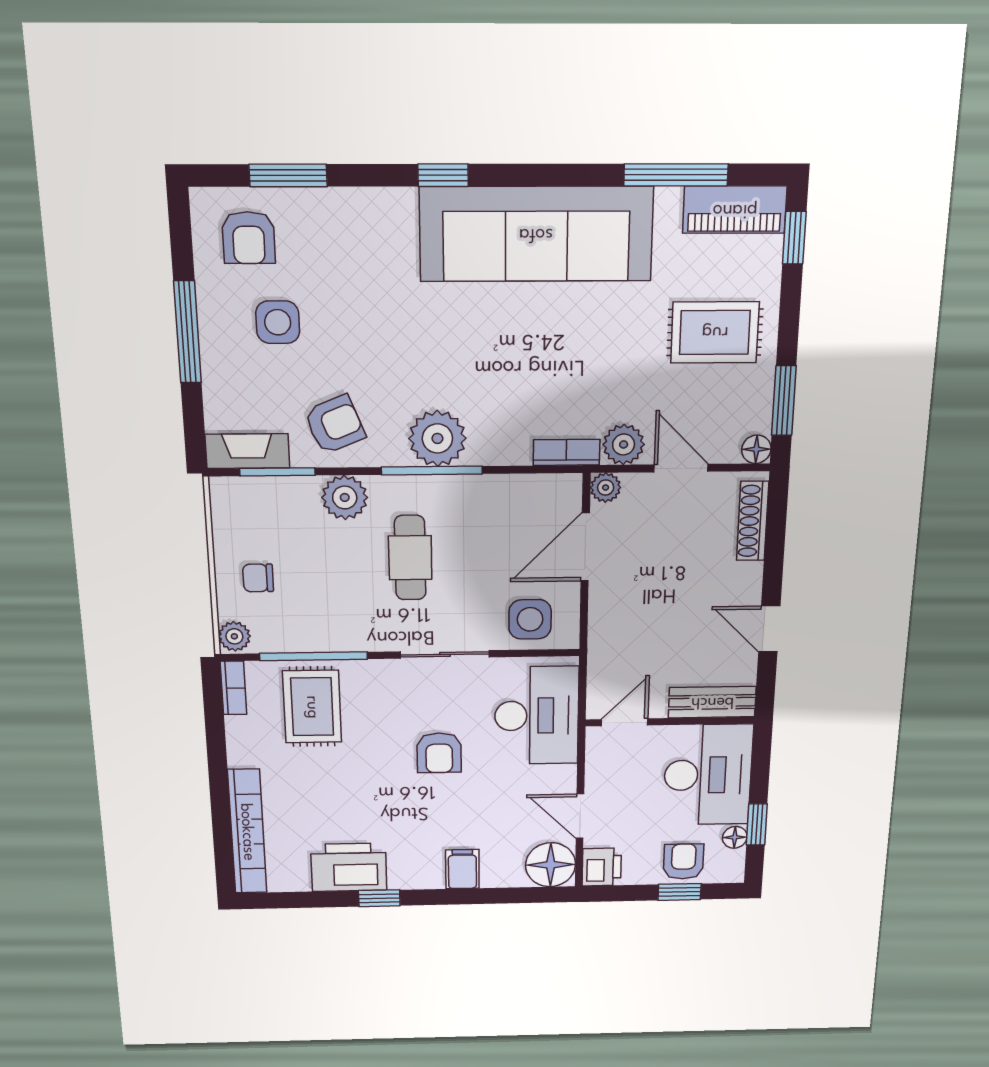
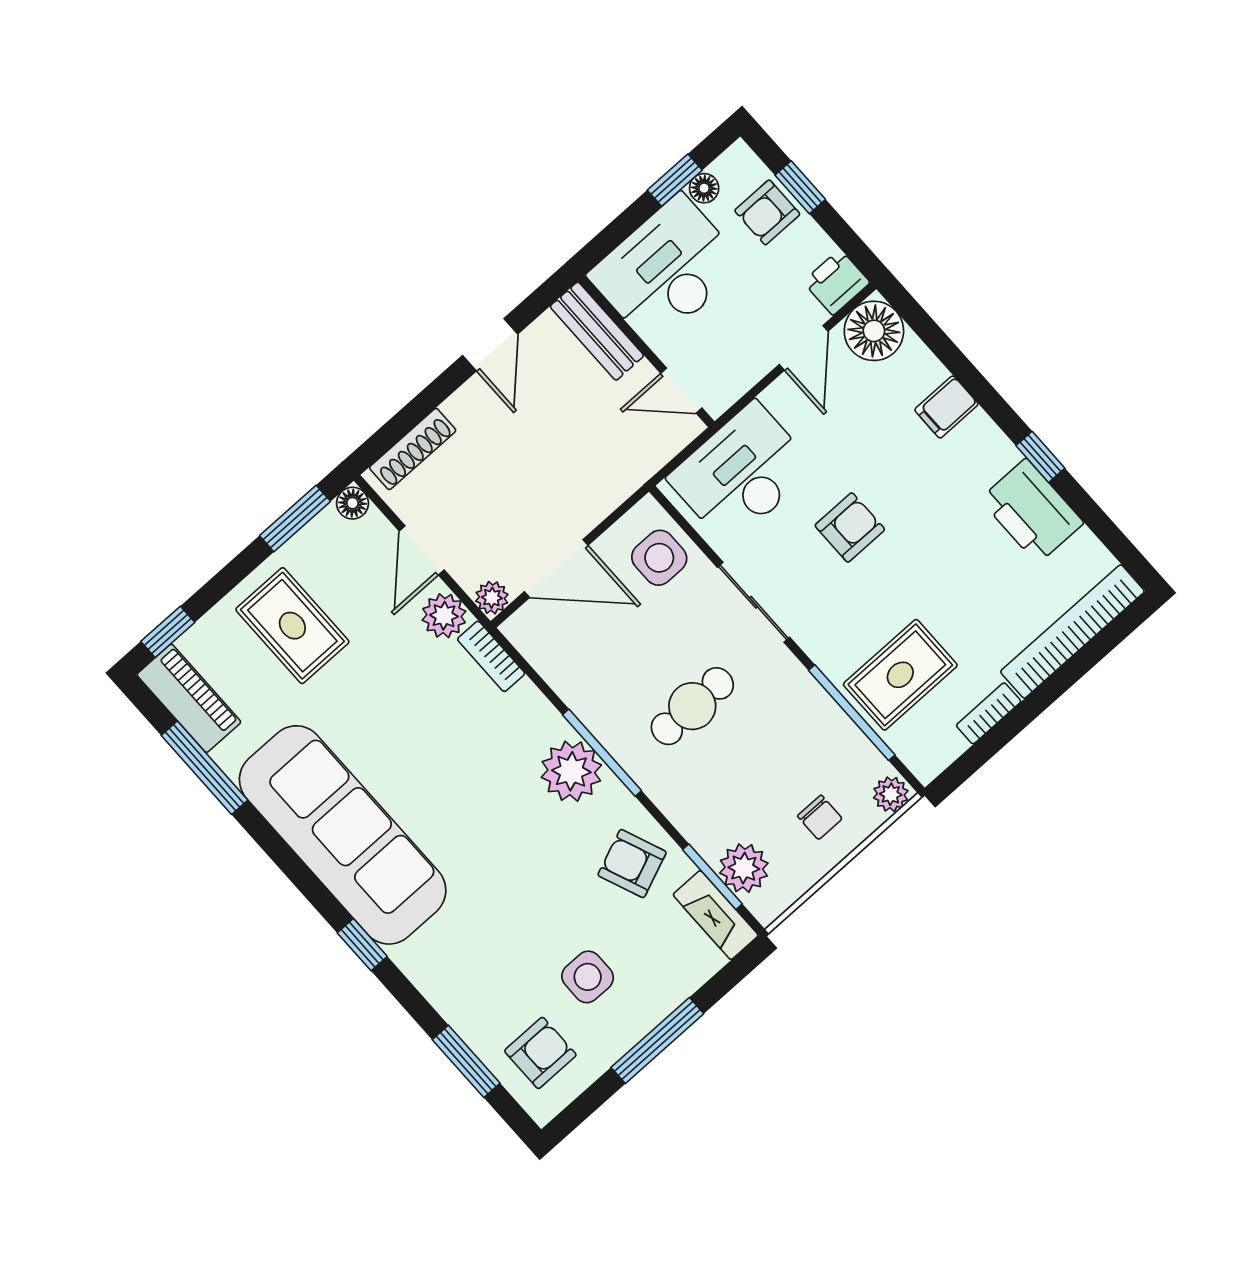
plant: (345, 497) -> (744, 868), moved
bookcase: (234, 688) -> (989, 713), moved

